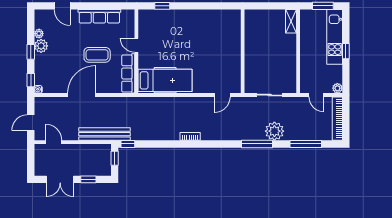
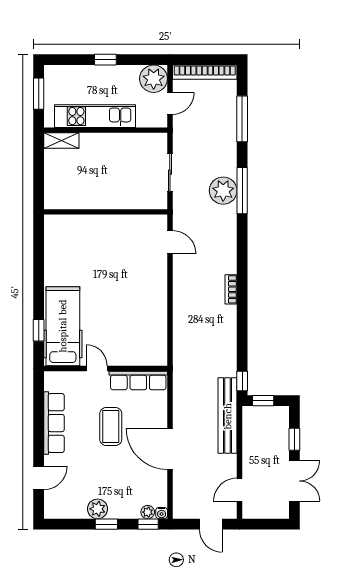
plant: (39, 34) -> (148, 512), moved
kitchen unit: (335, 37) -> (95, 116), moved, turned 180
door: (136, 45) -> (97, 368), swing flipped
hospital bed: (165, 80) -> (63, 326), moved
plant: (337, 88) -> (154, 79), width x1.88, depth x1.88
plant: (274, 131) -> (223, 191), moved

